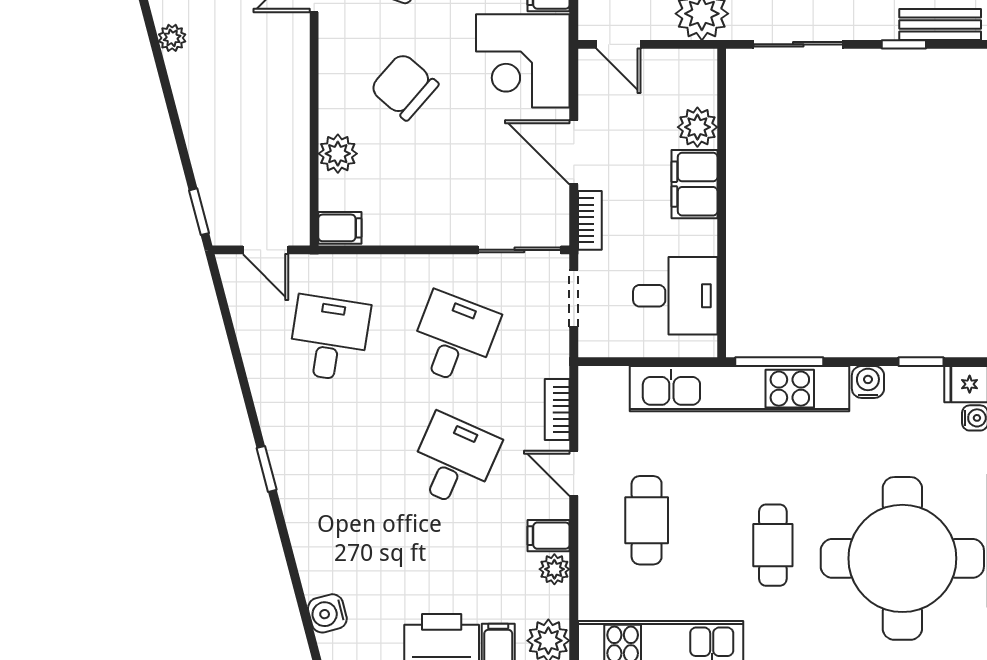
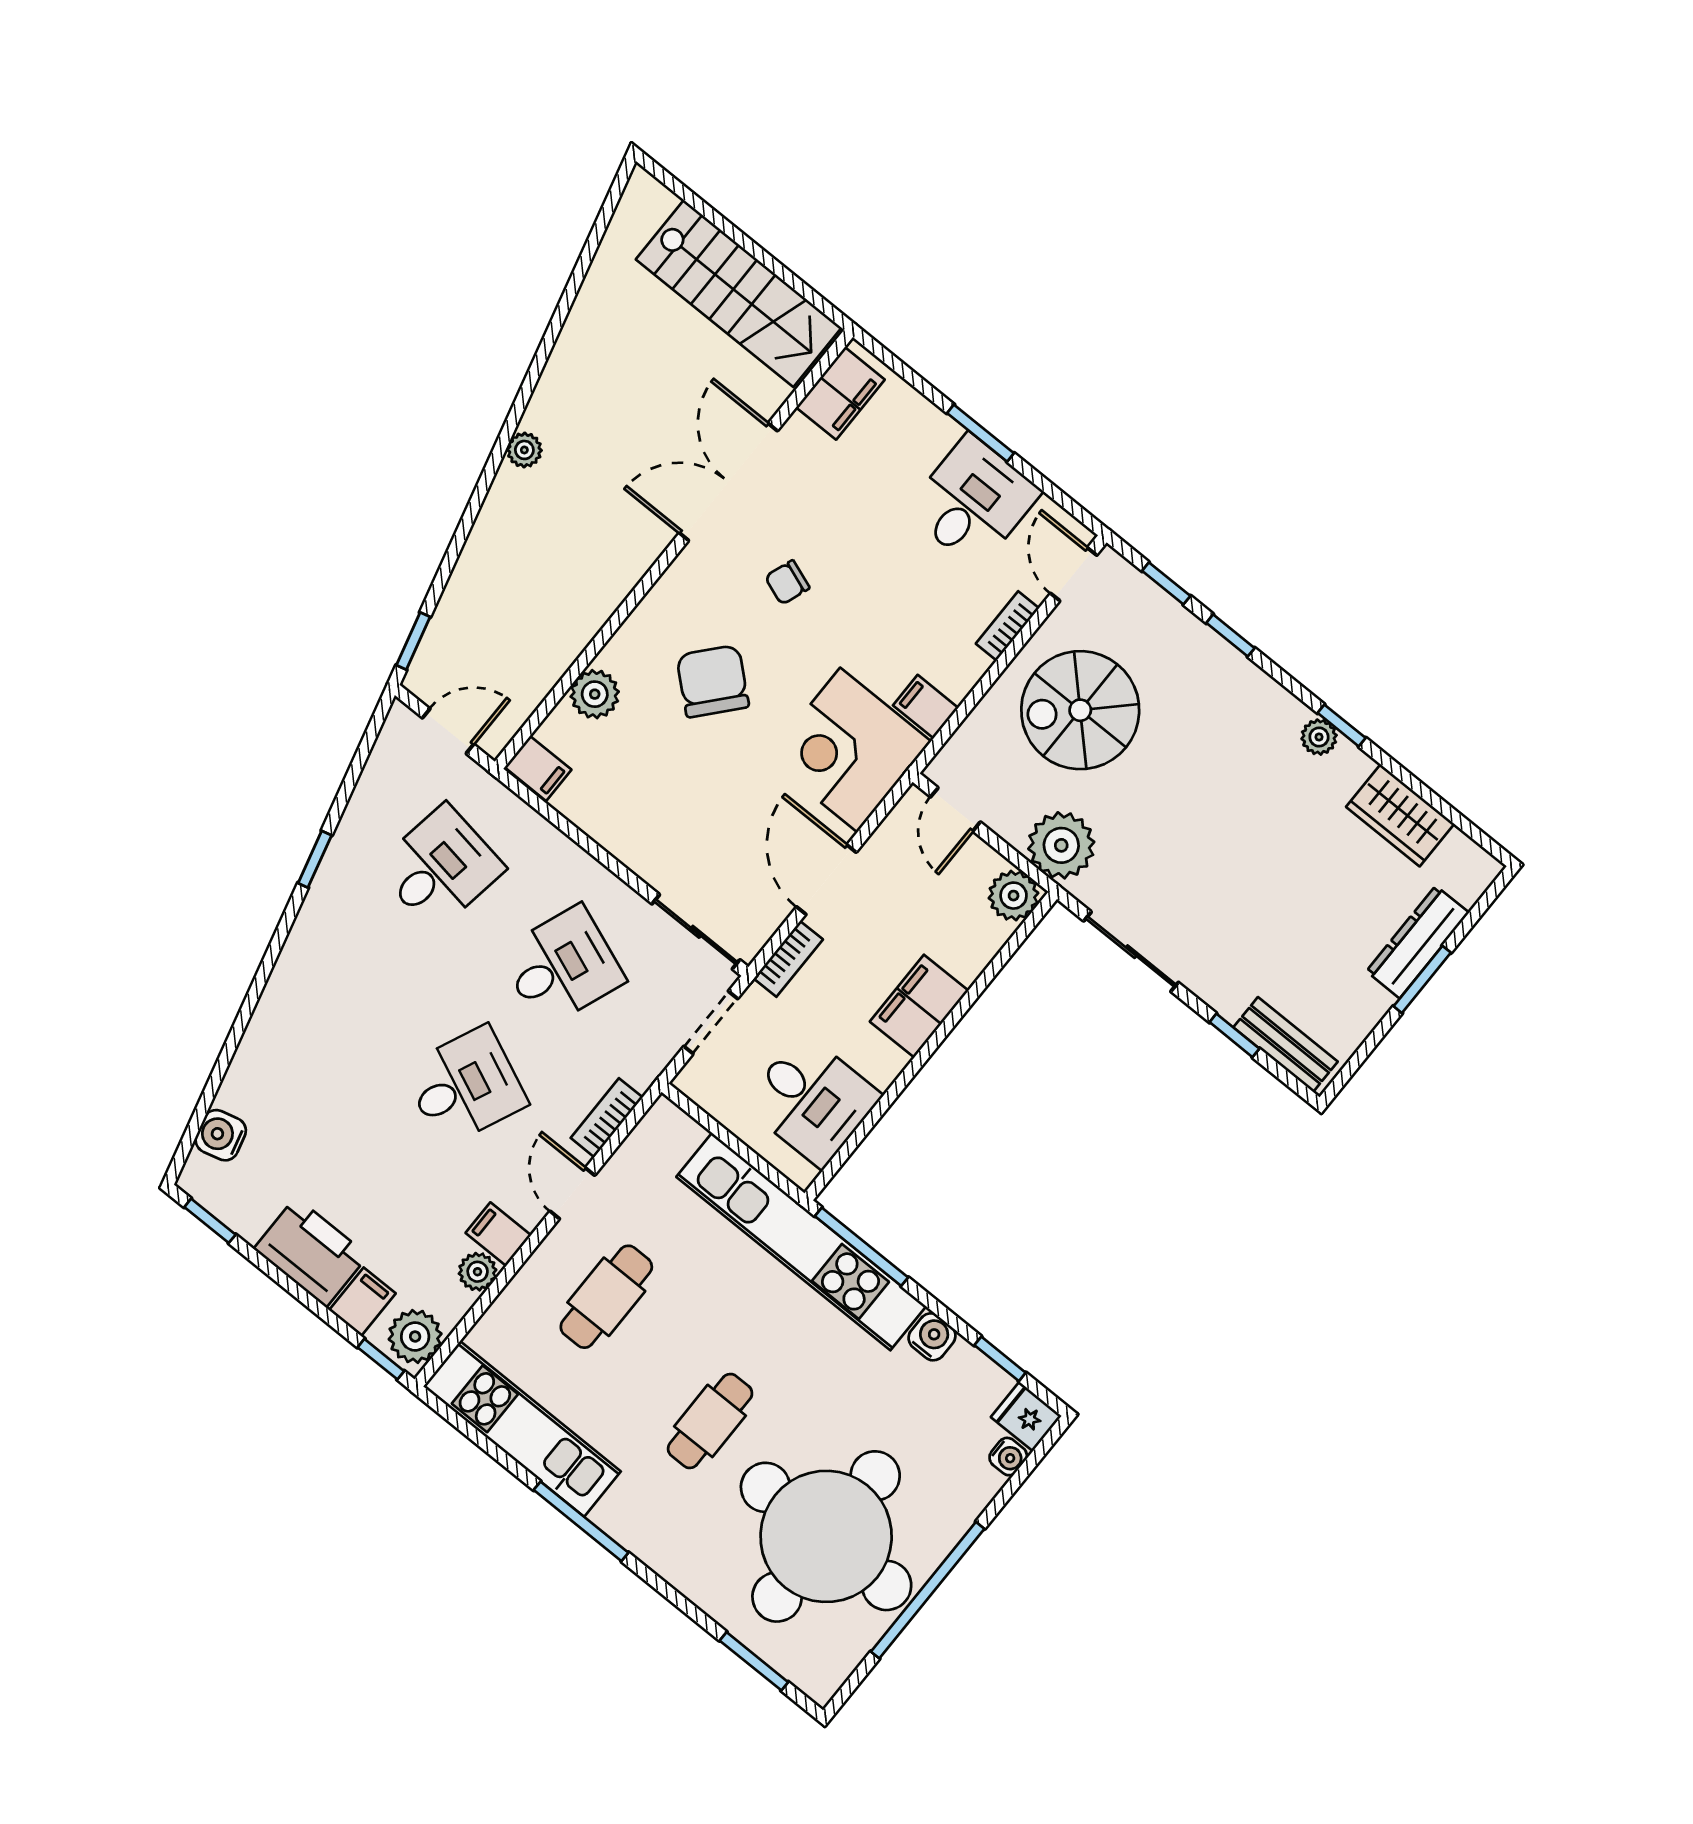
plant: (697, 127) -> (1014, 896), moved
door: (266, 250) -> (448, 731), swing flipped
window: (267, 469) -> (315, 859), moved

